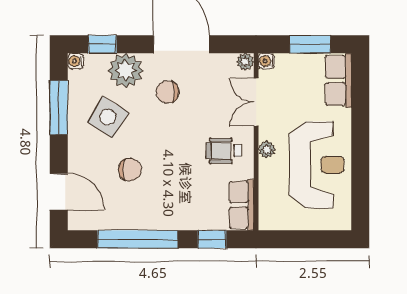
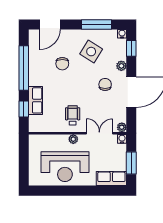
plant: (126, 70) -> (121, 66), width x0.53, depth x0.53
row of seats: (242, 205) -> (35, 100), moved, turned 90

